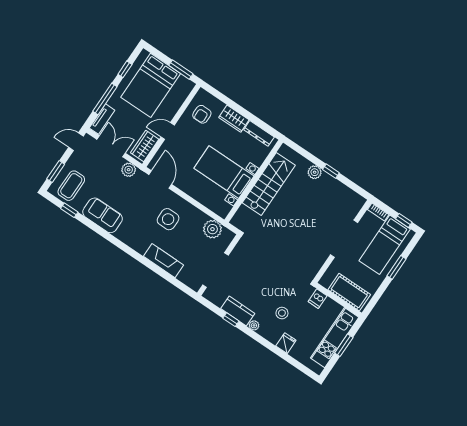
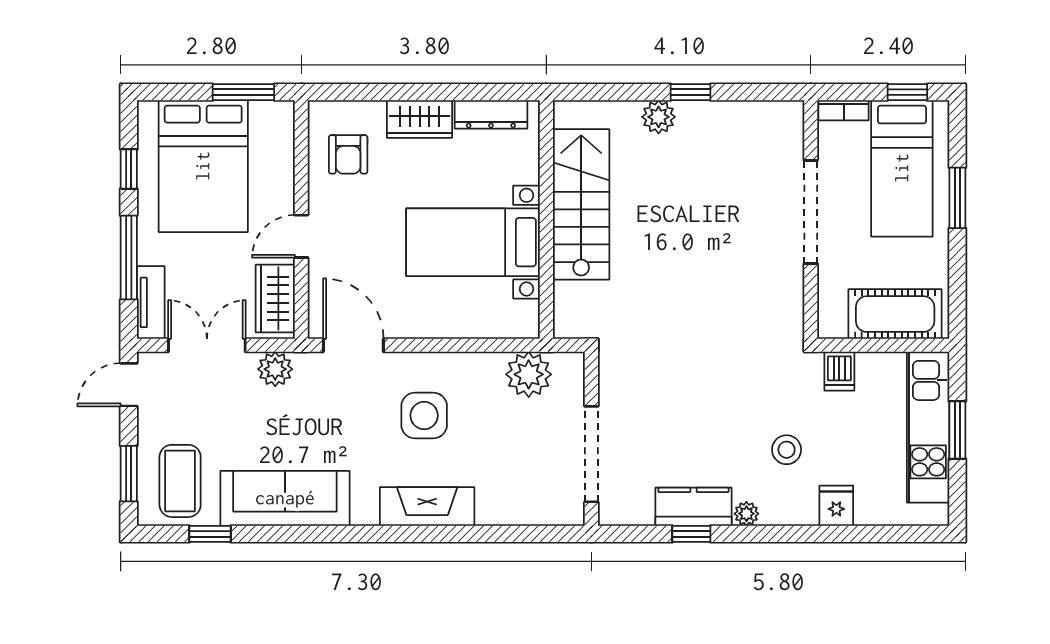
sofa: (103, 215) -> (285, 498), width x1.36
fireplace: (163, 261) -> (427, 506), moved

